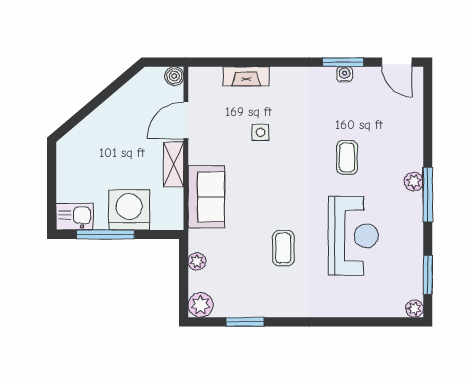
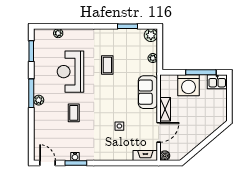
fireplace: (246, 76) -> (145, 156), moved
plant: (415, 309) -> (58, 33), moved

